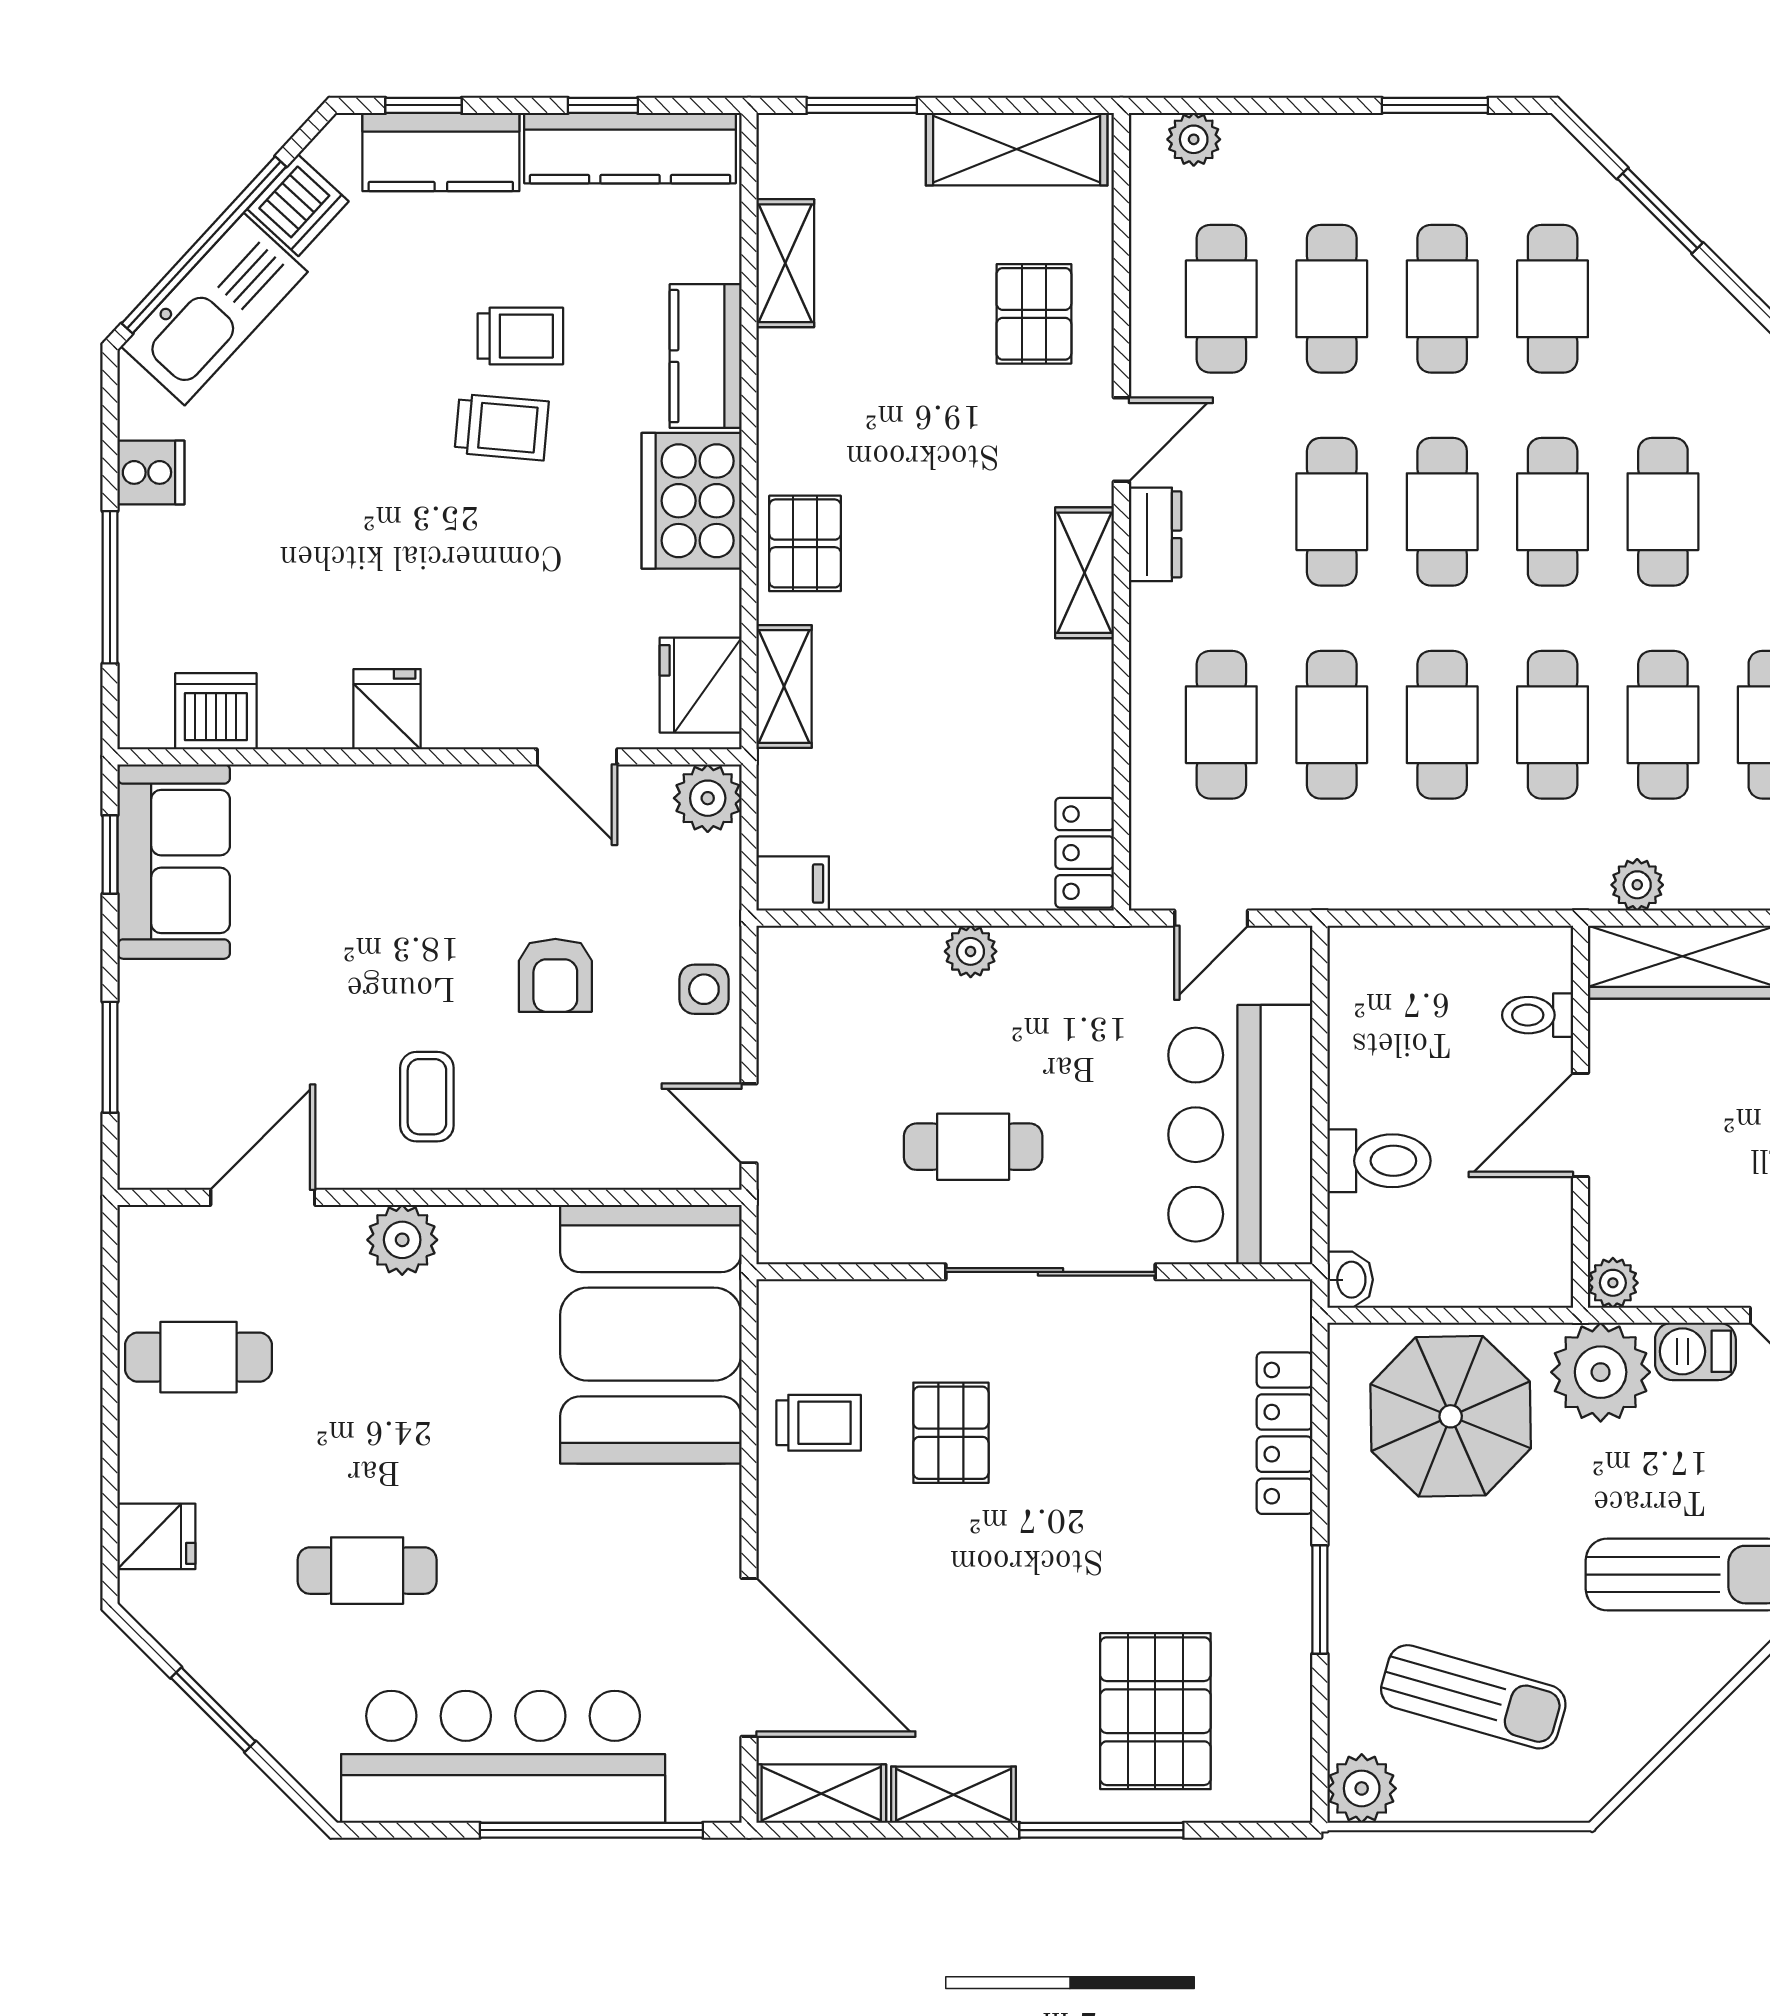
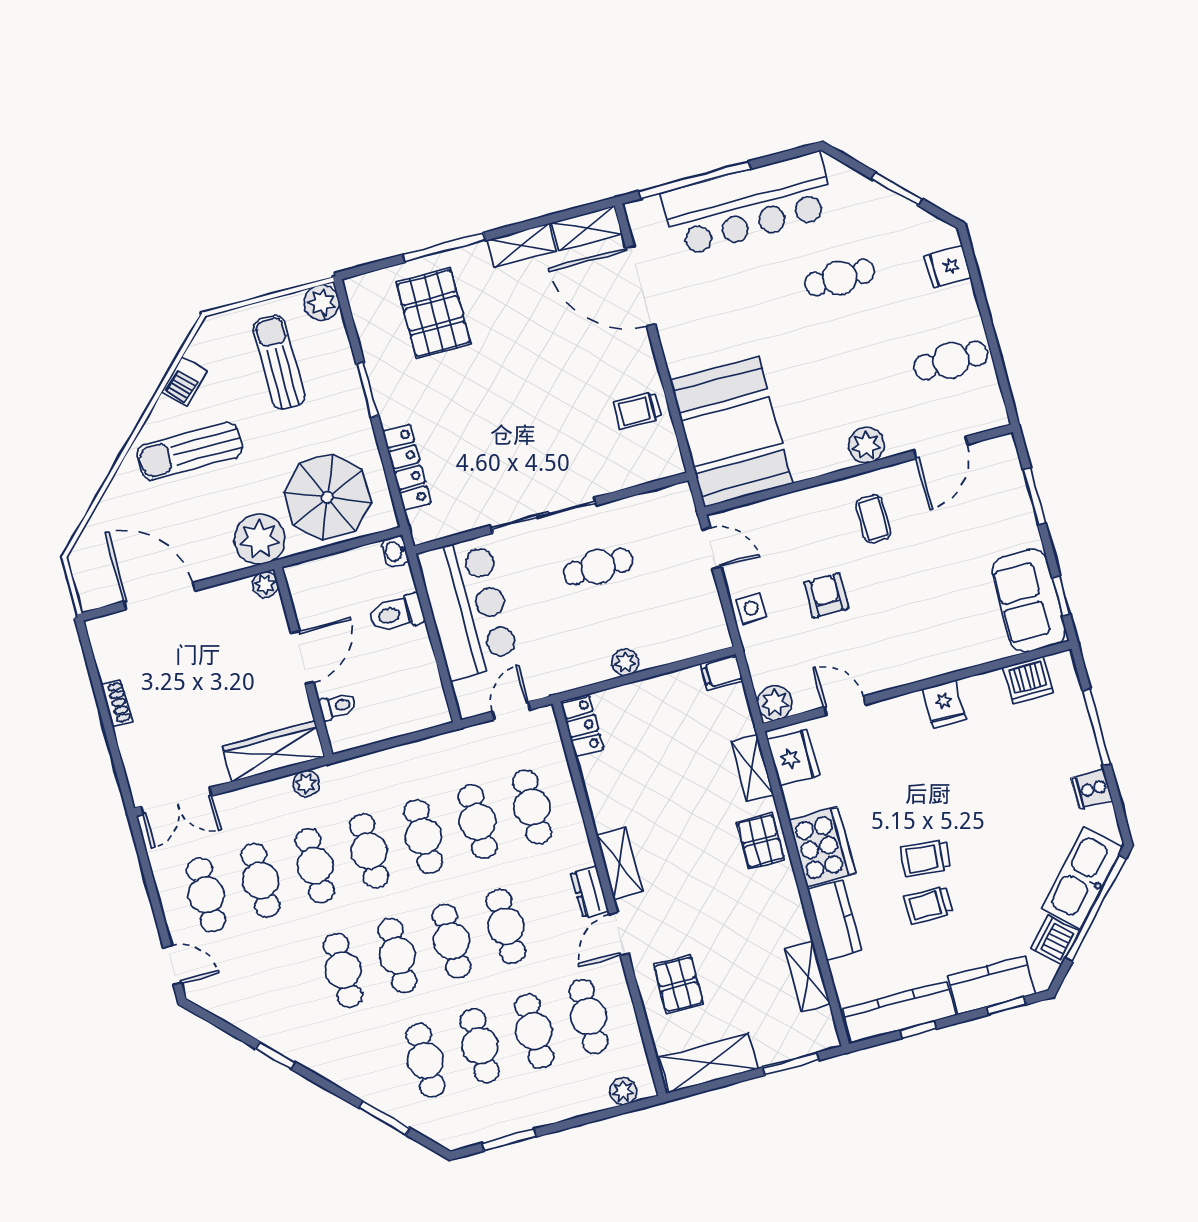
barbecue: (1695, 1351) -> (184, 381), moved, turned 135
pallet: (951, 1433) -> (571, 423), removed
sun lounger: (1473, 1697) -> (279, 362), turned 74

